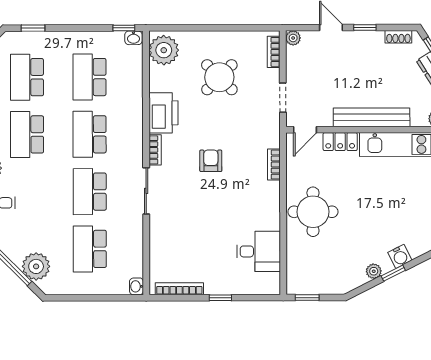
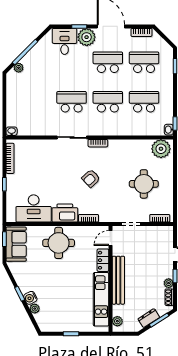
plant: (293, 38) -> (169, 283), moved
round table: (219, 77) -> (144, 184), turned 45
printer: (163, 113) -> (65, 213), moved, turned 180
door: (305, 130) -> (110, 238), hinge flipped
armchair: (211, 161) -> (91, 178), turned 137
school desk: (90, 249) -> (35, 102), removed
desk: (259, 251) -> (34, 208), width x1.37
plant: (36, 266) -> (19, 68), width x0.53, depth x0.53
plant: (374, 271) -> (35, 309), moved
sofa: (315, 279) -> (16, 244), added

